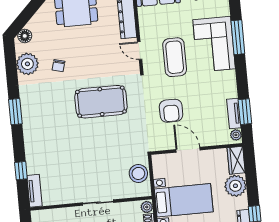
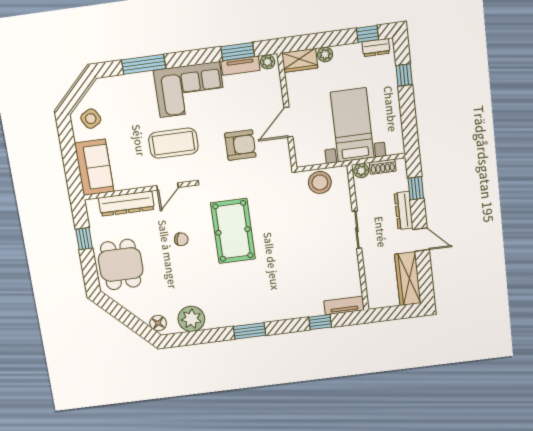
corner sofa: (214, 44) -> (190, 90), moved
chair: (59, 66) -> (181, 239), moved
plant: (235, 186) -> (325, 54), width x0.53, depth x0.53

